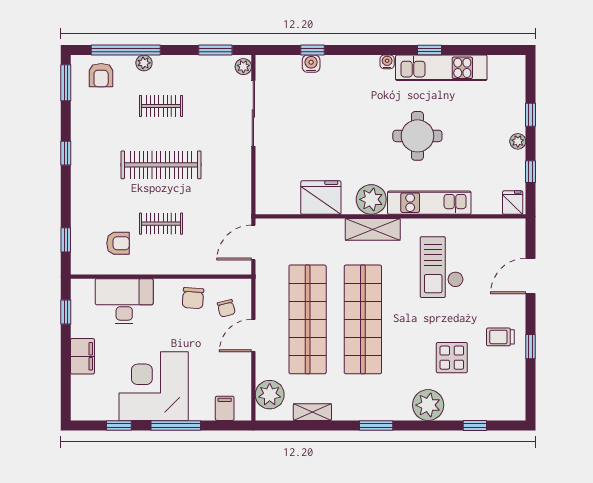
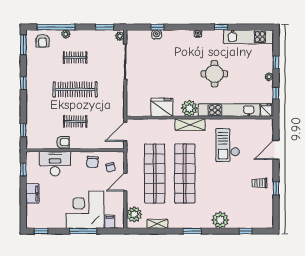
kitchen unit: (441, 68) -> (248, 37), moved
kitchen unit: (429, 203) -> (229, 110), width x1.36
armchair: (118, 243) -> (63, 142), moved
display table: (452, 358) -> (233, 194), removed
corner desk: (154, 386) -> (85, 210), moved
window: (119, 425) -> (41, 231), moved

